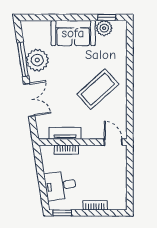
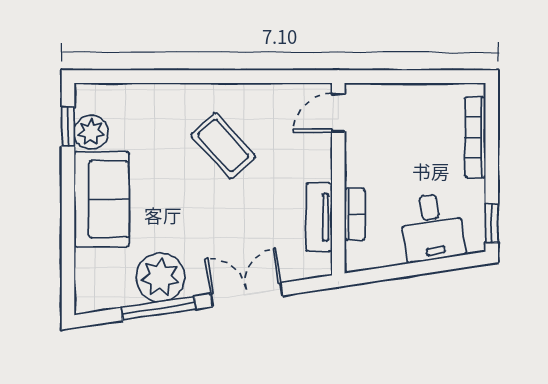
coffee table: (98, 89) -> (223, 146), width x0.73, depth x0.76
bookcase: (95, 205) -> (475, 137), width x1.56

